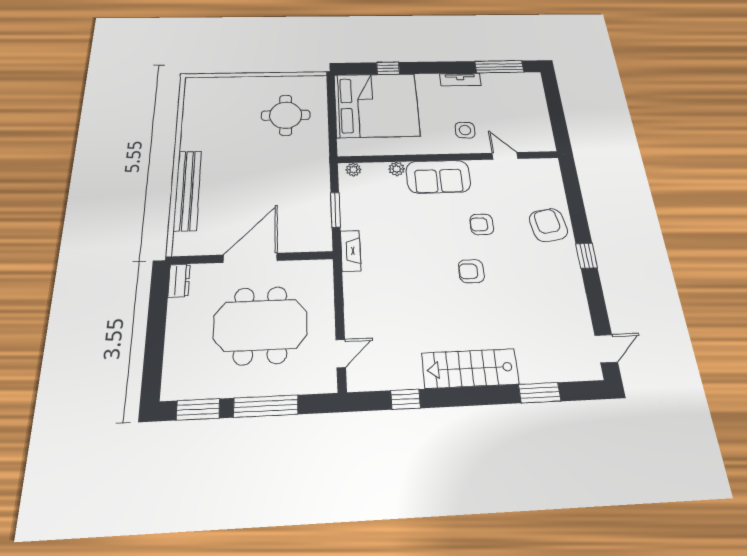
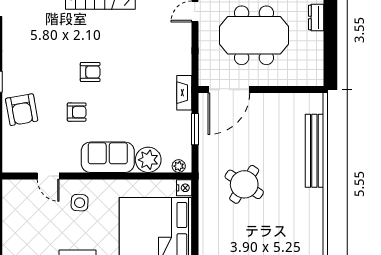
round table: (286, 115) -> (244, 184), moved, turned 33
nightstand: (346, 147) -> (184, 188), added
plant: (397, 169) -> (148, 160), width x1.87, depth x1.87
door: (250, 258) -> (229, 90), moved
dresser: (179, 281) -> (316, 17), moved

